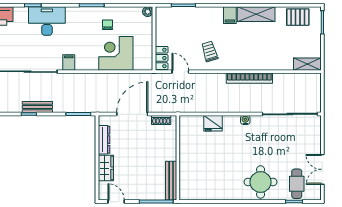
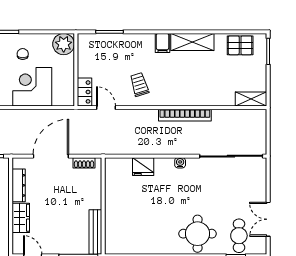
plant: (148, 12) -> (64, 44), width x1.88, depth x1.88

